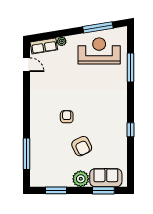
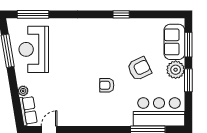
window: (131, 67) -> (33, 14), moved
bar counter: (43, 164) -> (159, 112), added
window: (56, 190) -> (188, 80), moved

